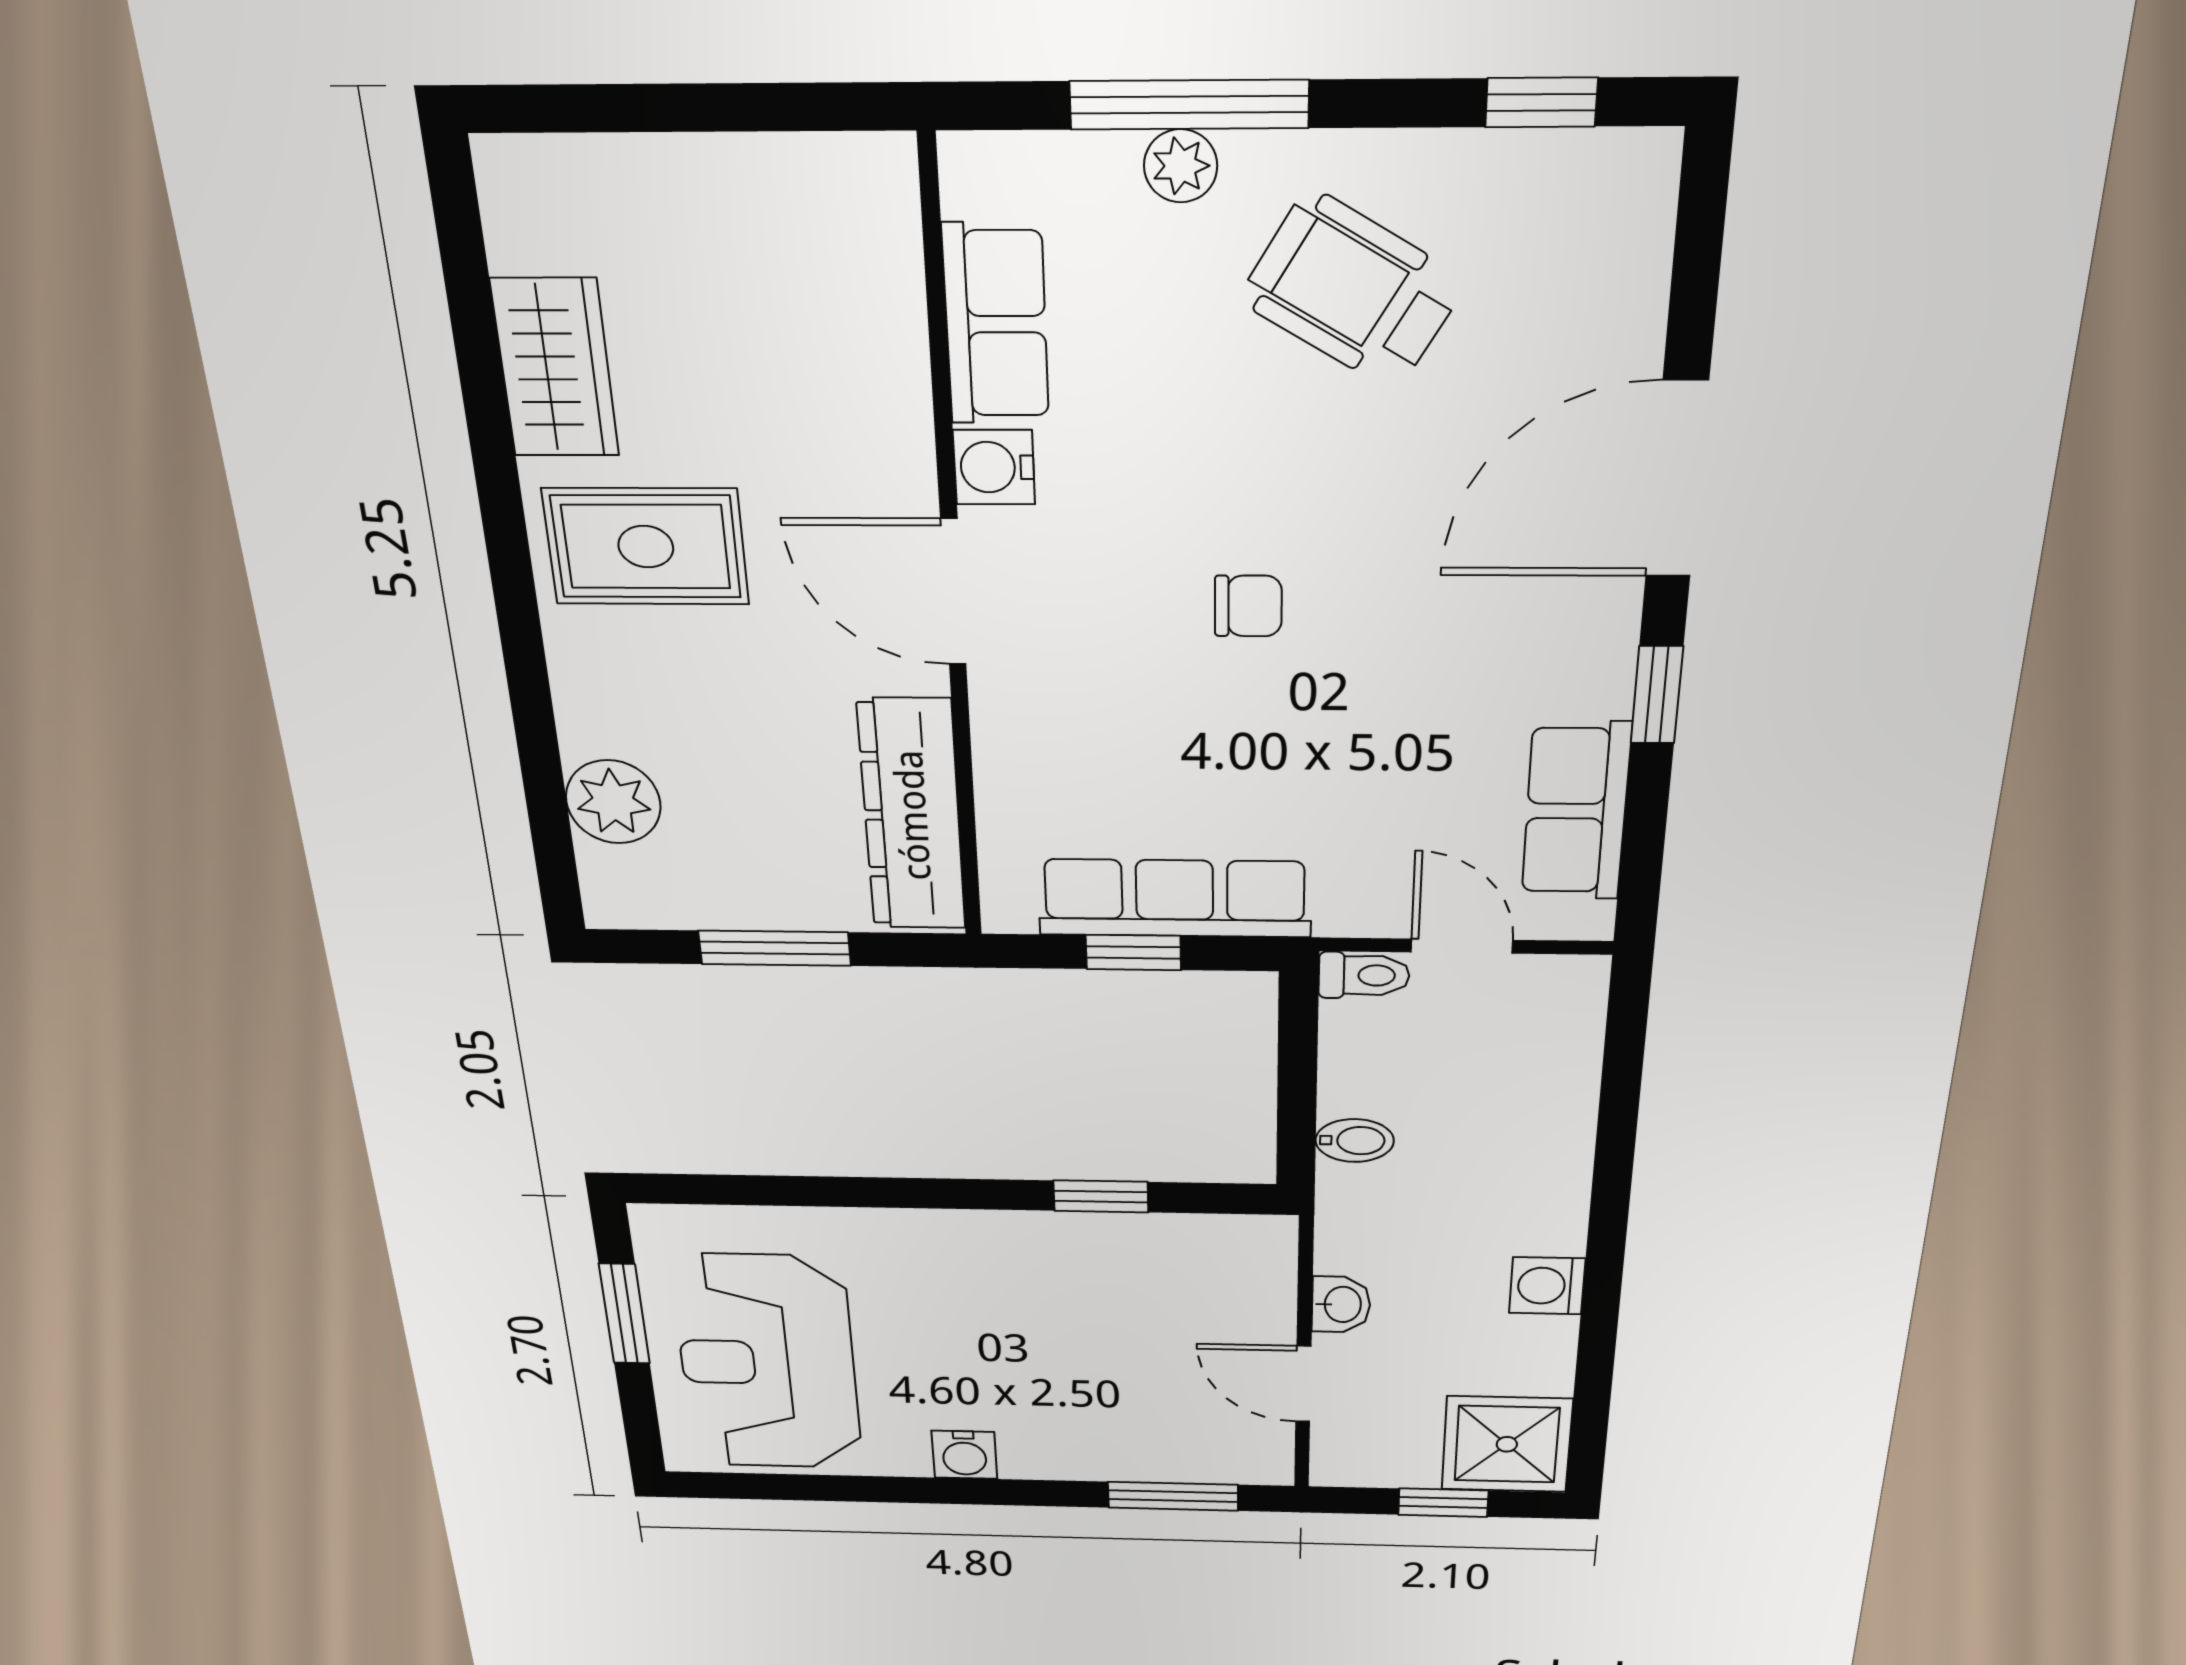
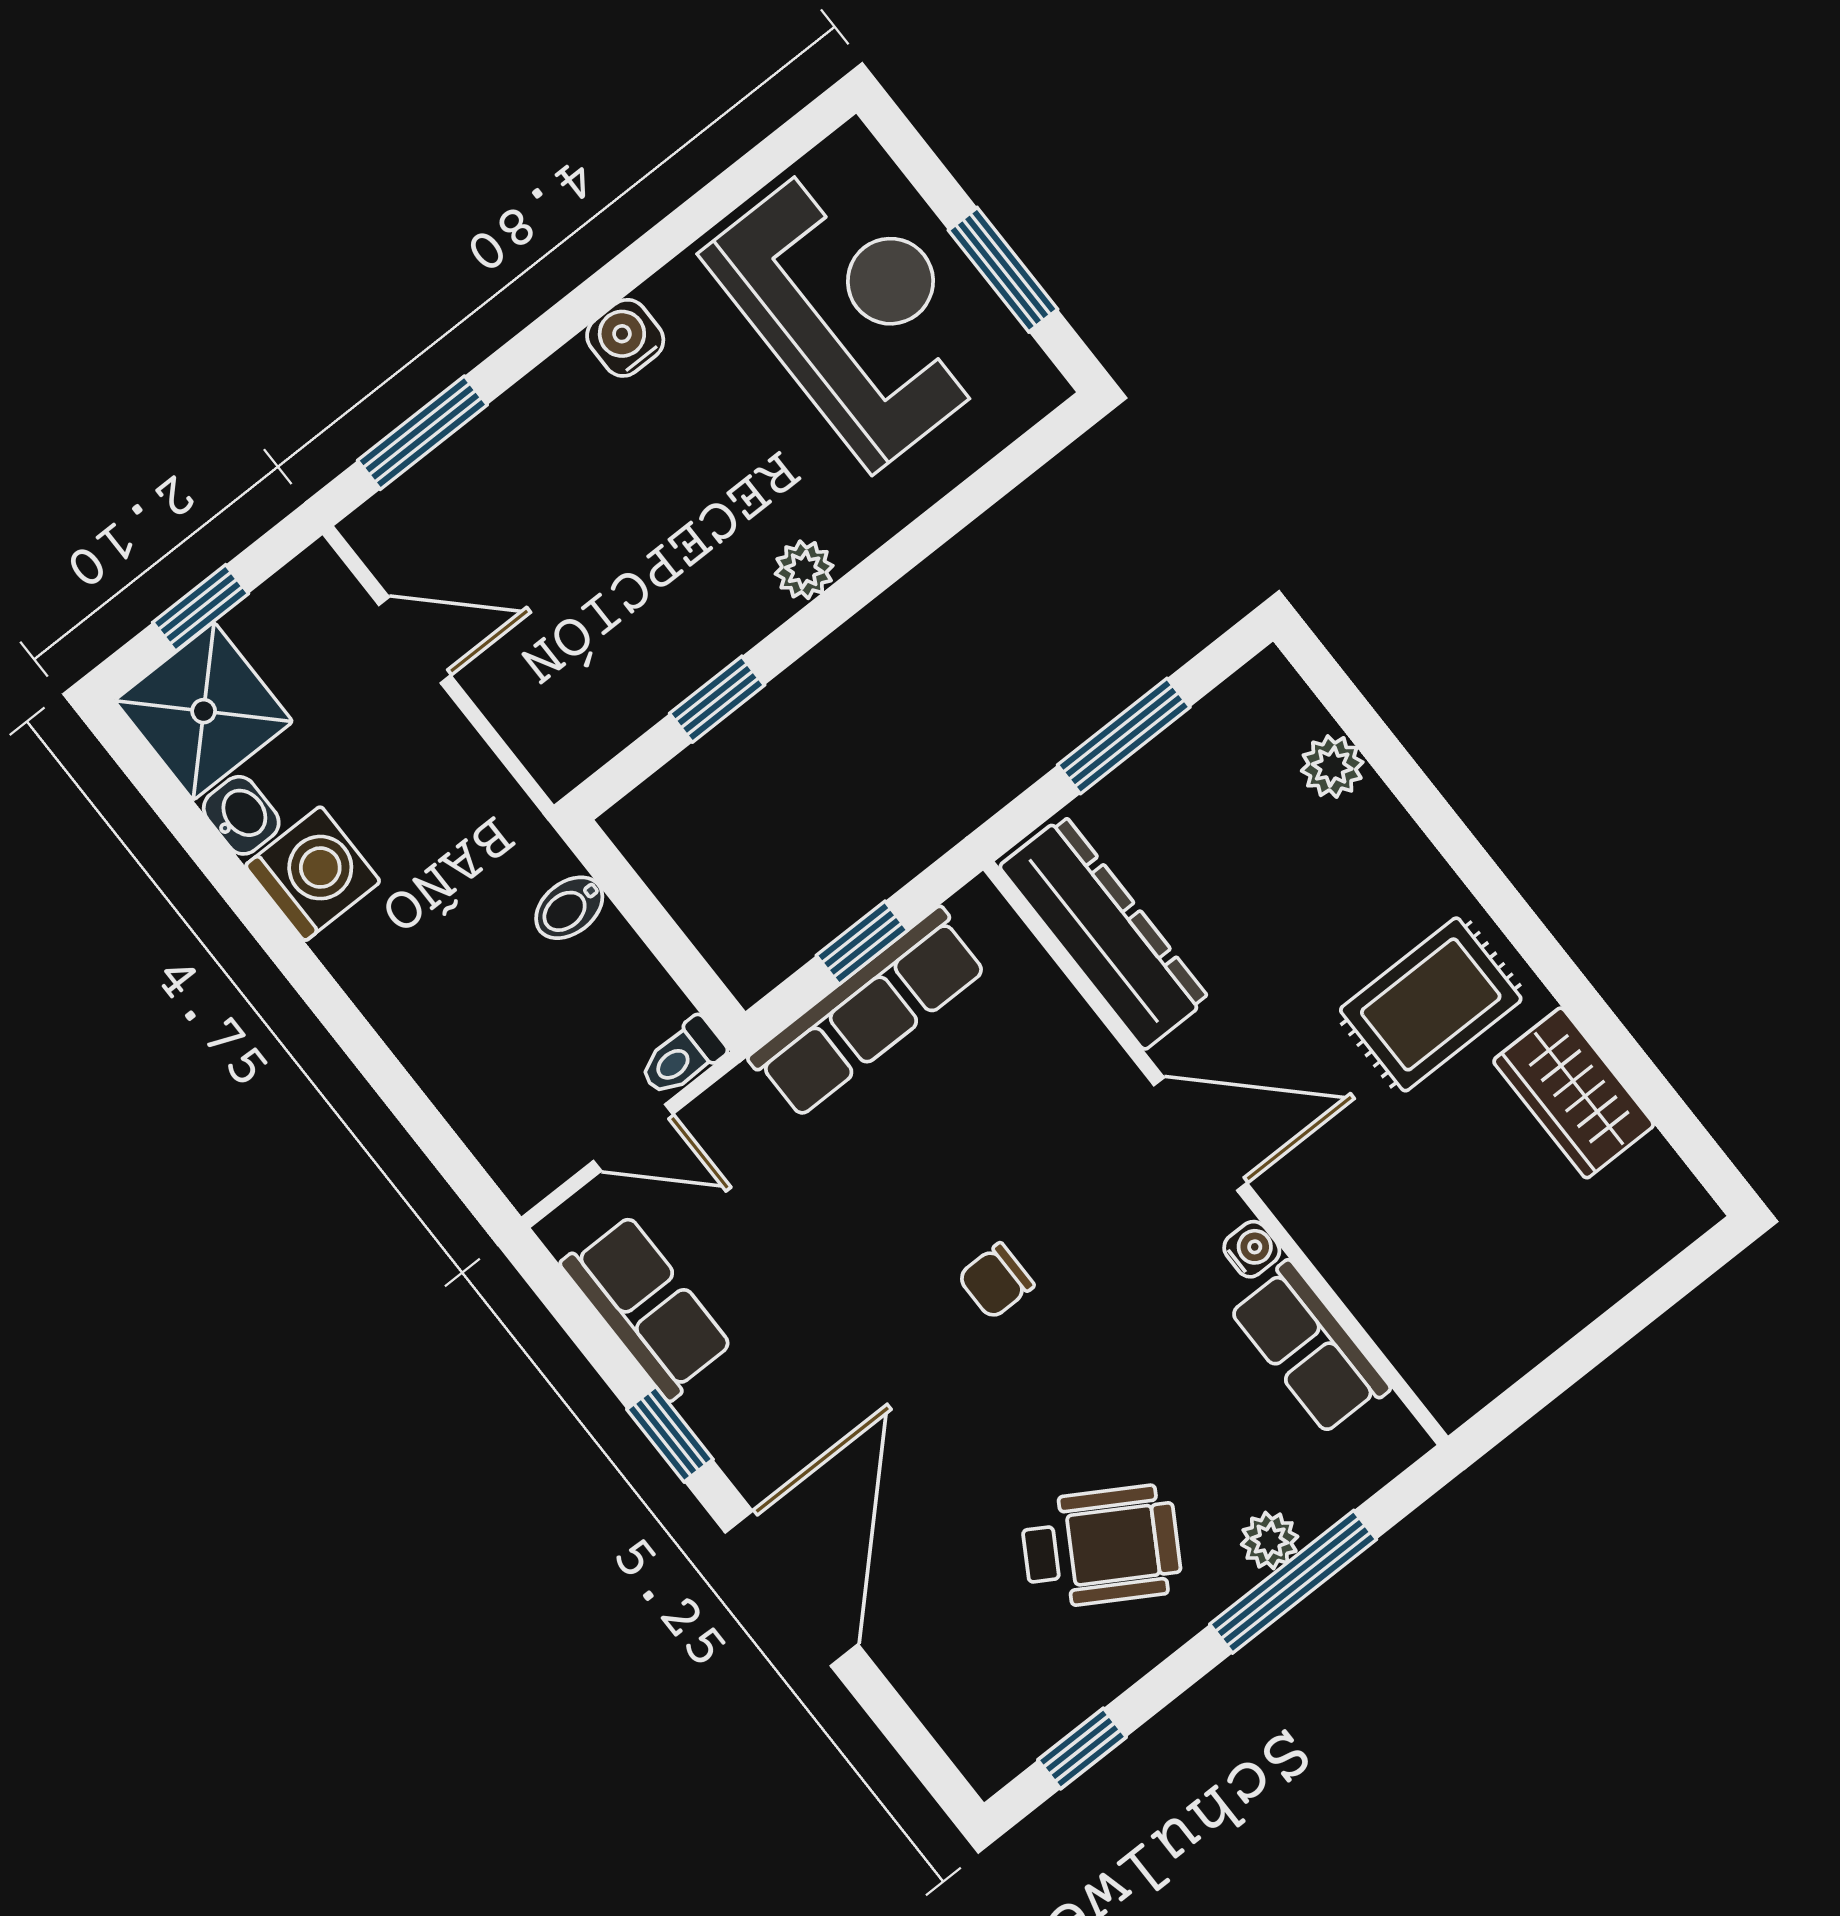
water cooler: (994, 467) -> (1252, 1249), width x0.72, depth x0.72
plant: (613, 802) -> (1332, 767), width x0.73, depth x0.73
plant: (952, 1232) -> (804, 570), added
washing machine: (1547, 1286) -> (313, 874), width x1.38, depth x1.38
washbasin: (1341, 1304) -> (241, 815), moved, turned 180

